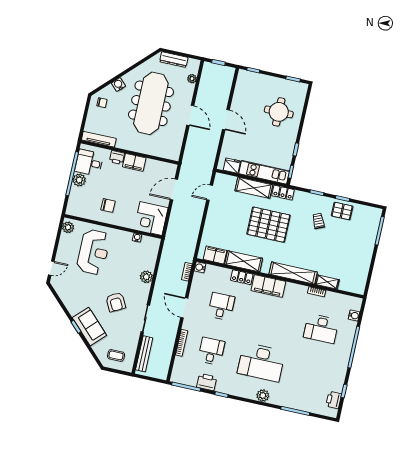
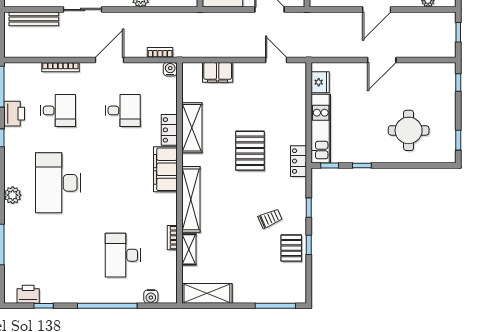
shelving: (254, 188) -> (207, 293), moved, turned 90
pallet: (269, 225) -> (250, 151), width x0.73, depth x0.71
filing cabinet: (215, 255) -> (218, 72), moved, turned 90

